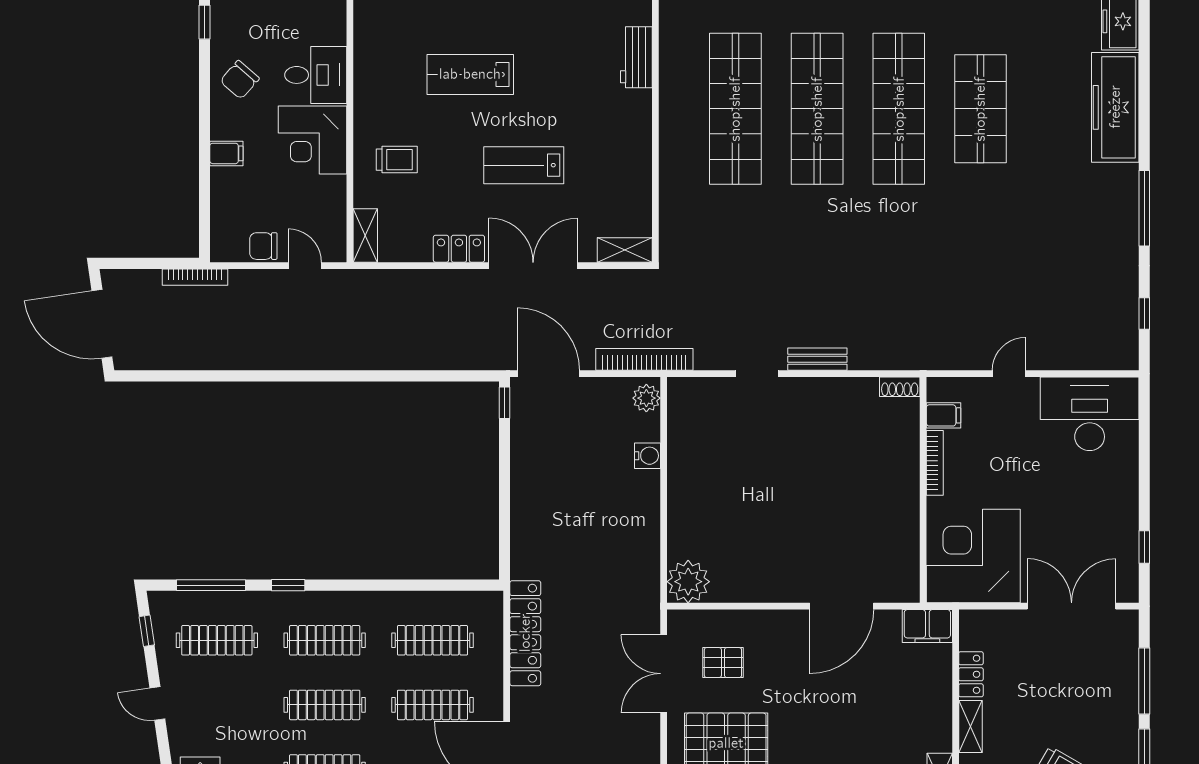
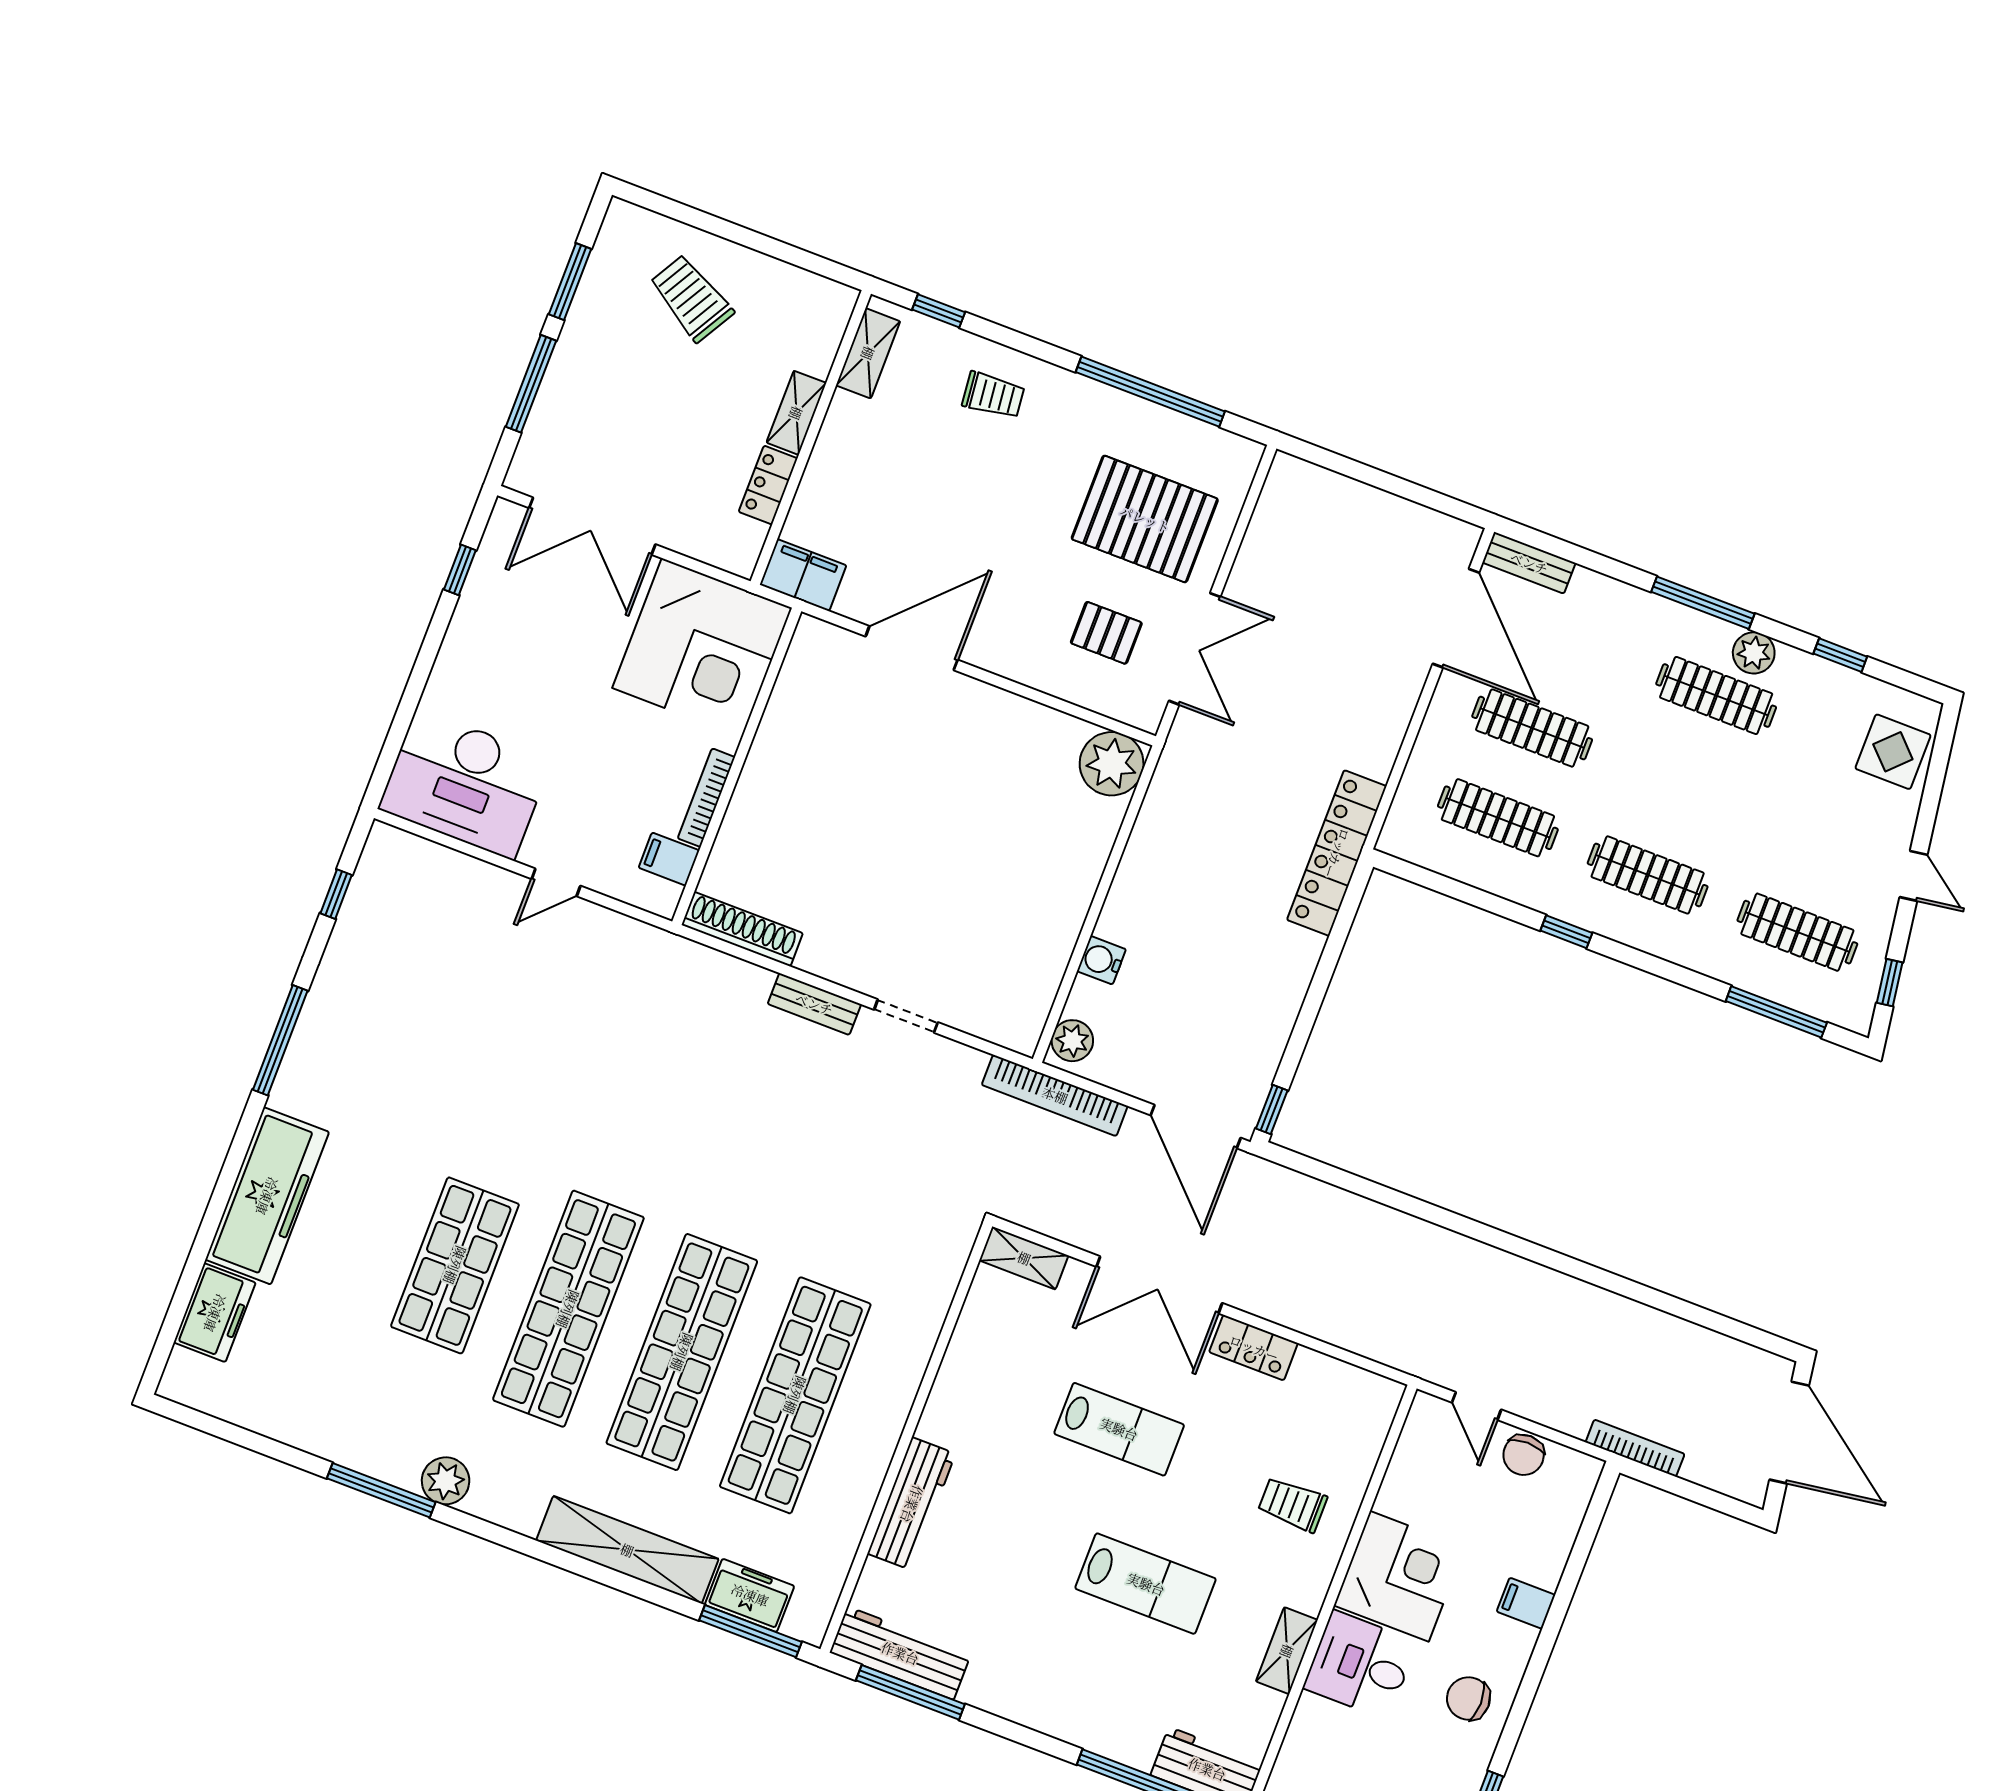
workbench: (636, 57) -> (912, 1504), width x1.38
chair: (240, 80) -> (1468, 1698), turned -131
shelving: (365, 235) -> (1287, 1651), moved
chair: (263, 246) -> (1524, 1455), turned 90
shoe rack: (900, 387) -> (742, 929), width x1.94, depth x1.24
window: (288, 585) -> (1566, 932), moved
locker: (525, 633) -> (1337, 853), moved
clothes rail: (325, 705) -> (1682, 785), removed

